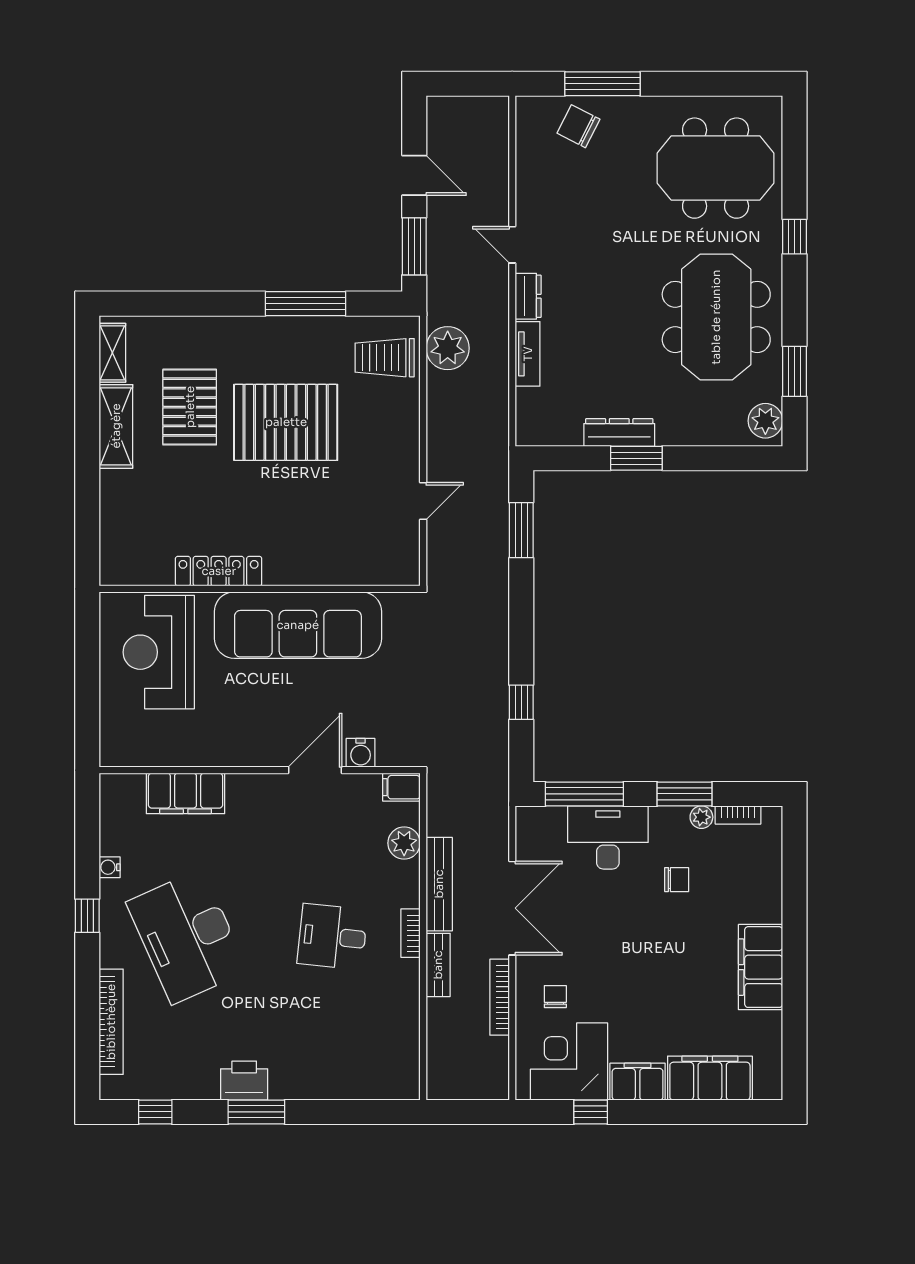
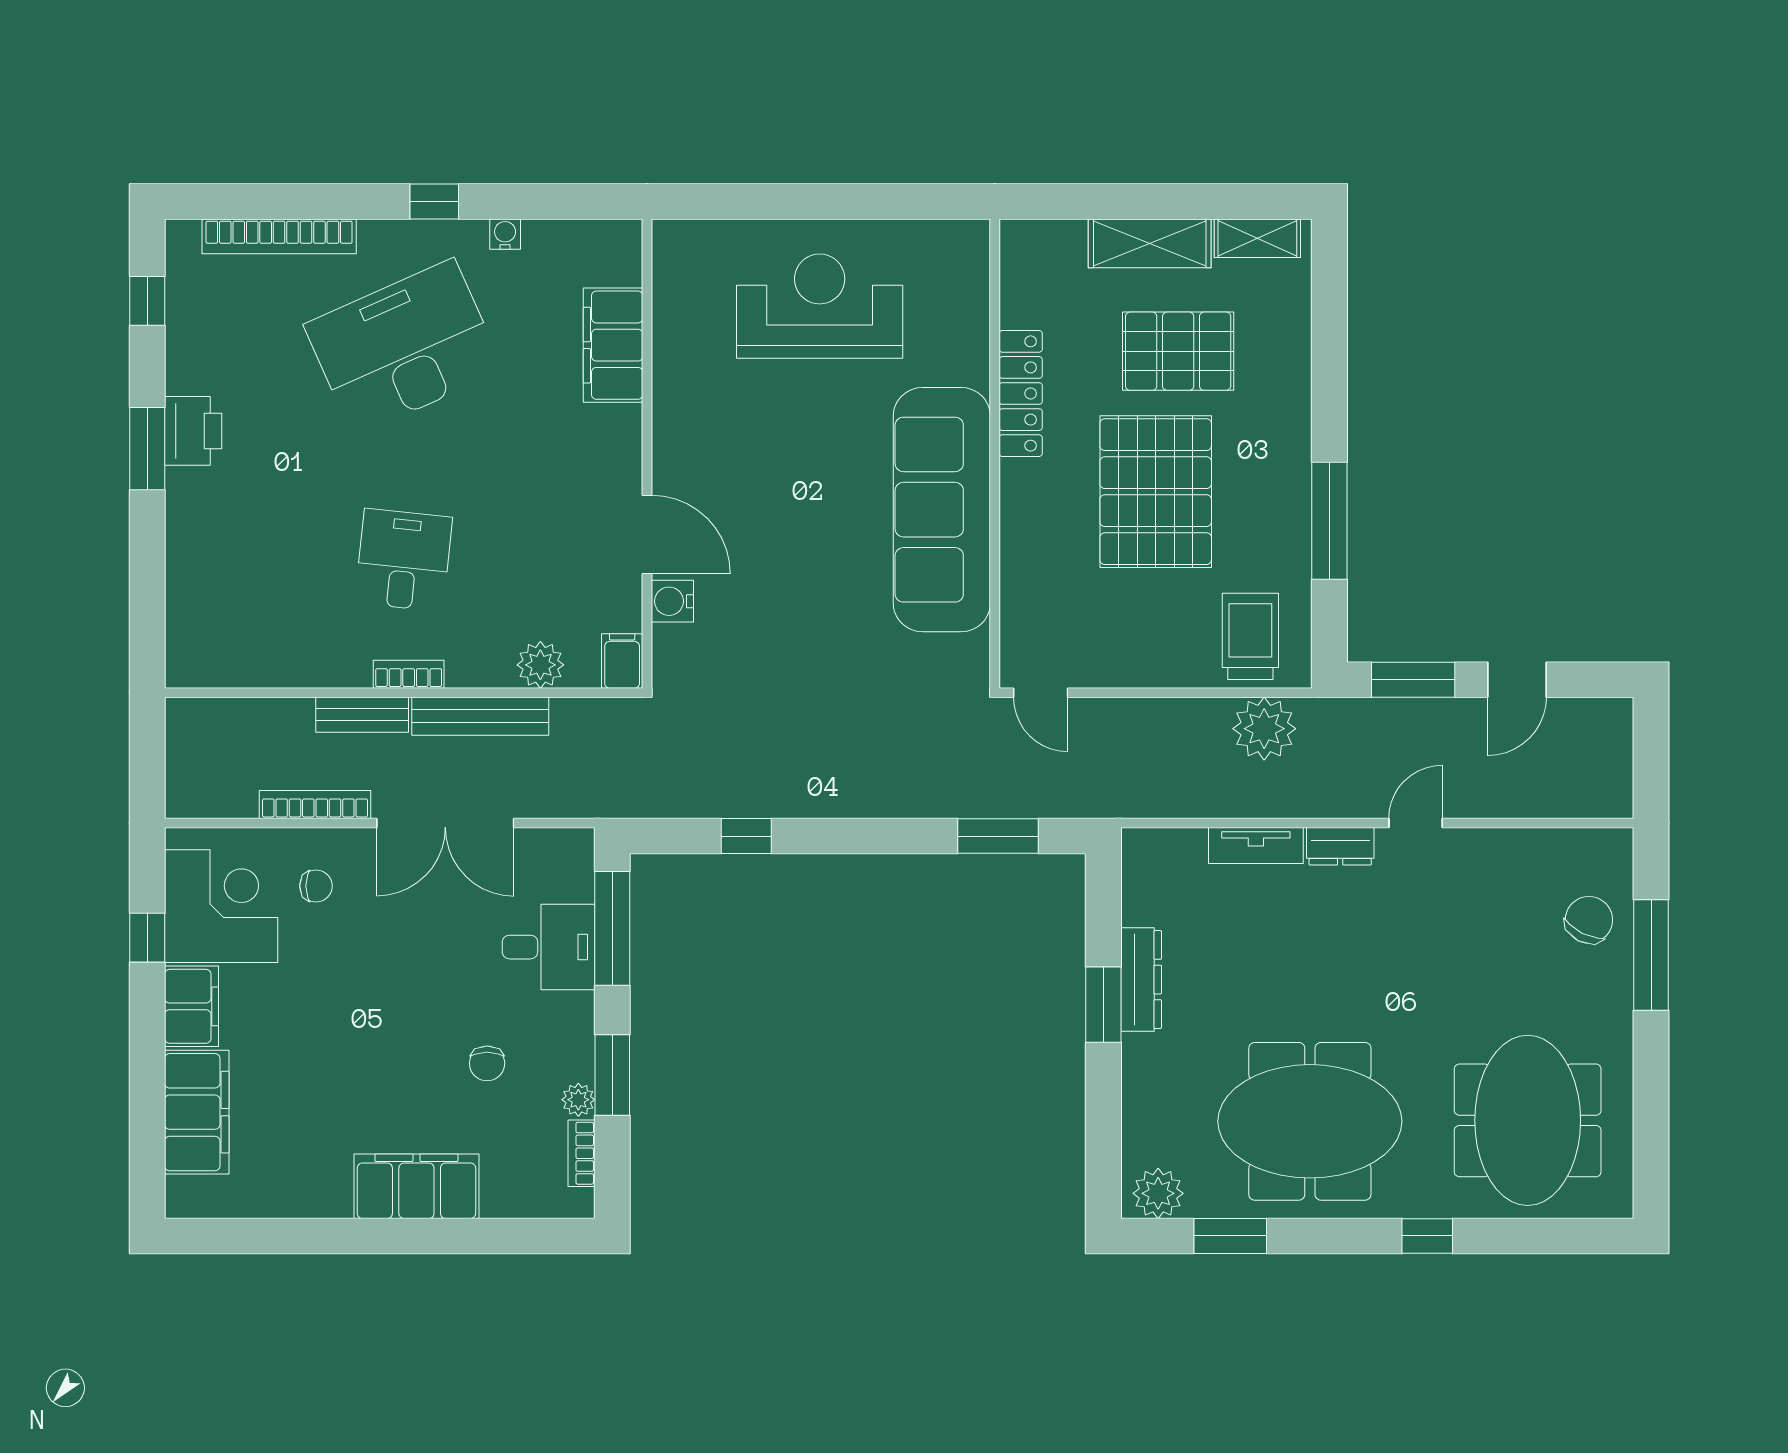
locker: (219, 571) -> (1021, 393), moved
wall: (260, 589) -> (995, 454), moved
sofa: (298, 625) -> (942, 510), moved
desk: (608, 837) -> (549, 947), width x0.73
filing cabinet: (761, 967) -> (416, 1186), moved

